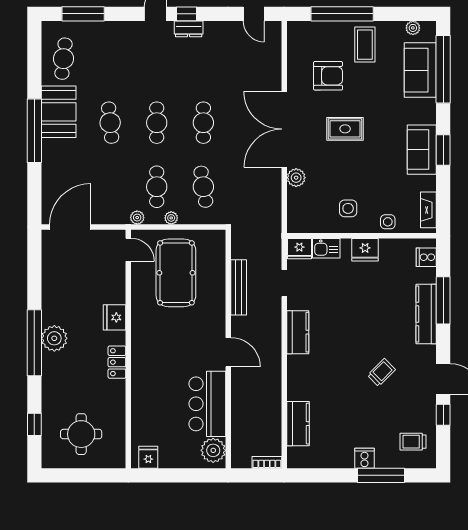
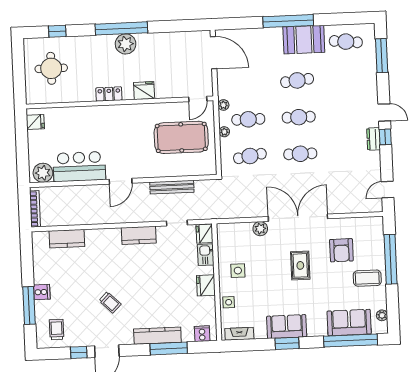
bookcase: (267, 462) -> (35, 209), width x1.56

